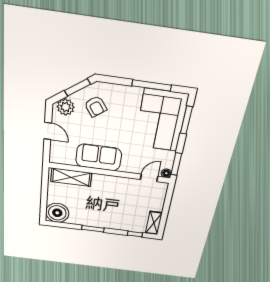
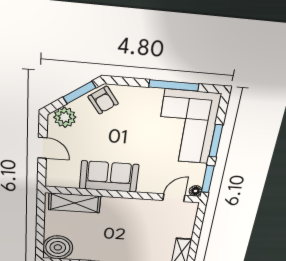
armchair: (95, 106) -> (103, 100), moved
window: (186, 120) -> (216, 141), moved

